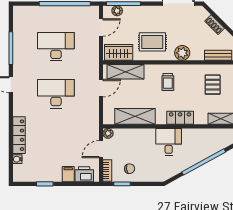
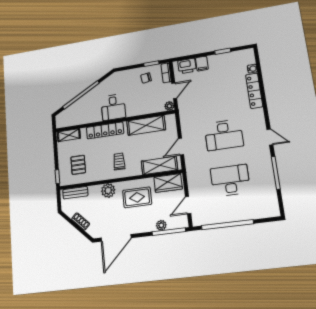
plant: (117, 11) -> (161, 225), moved
desk: (56, 47) -> (230, 180), turned 180
locker: (180, 118) -> (105, 130), width x1.53

